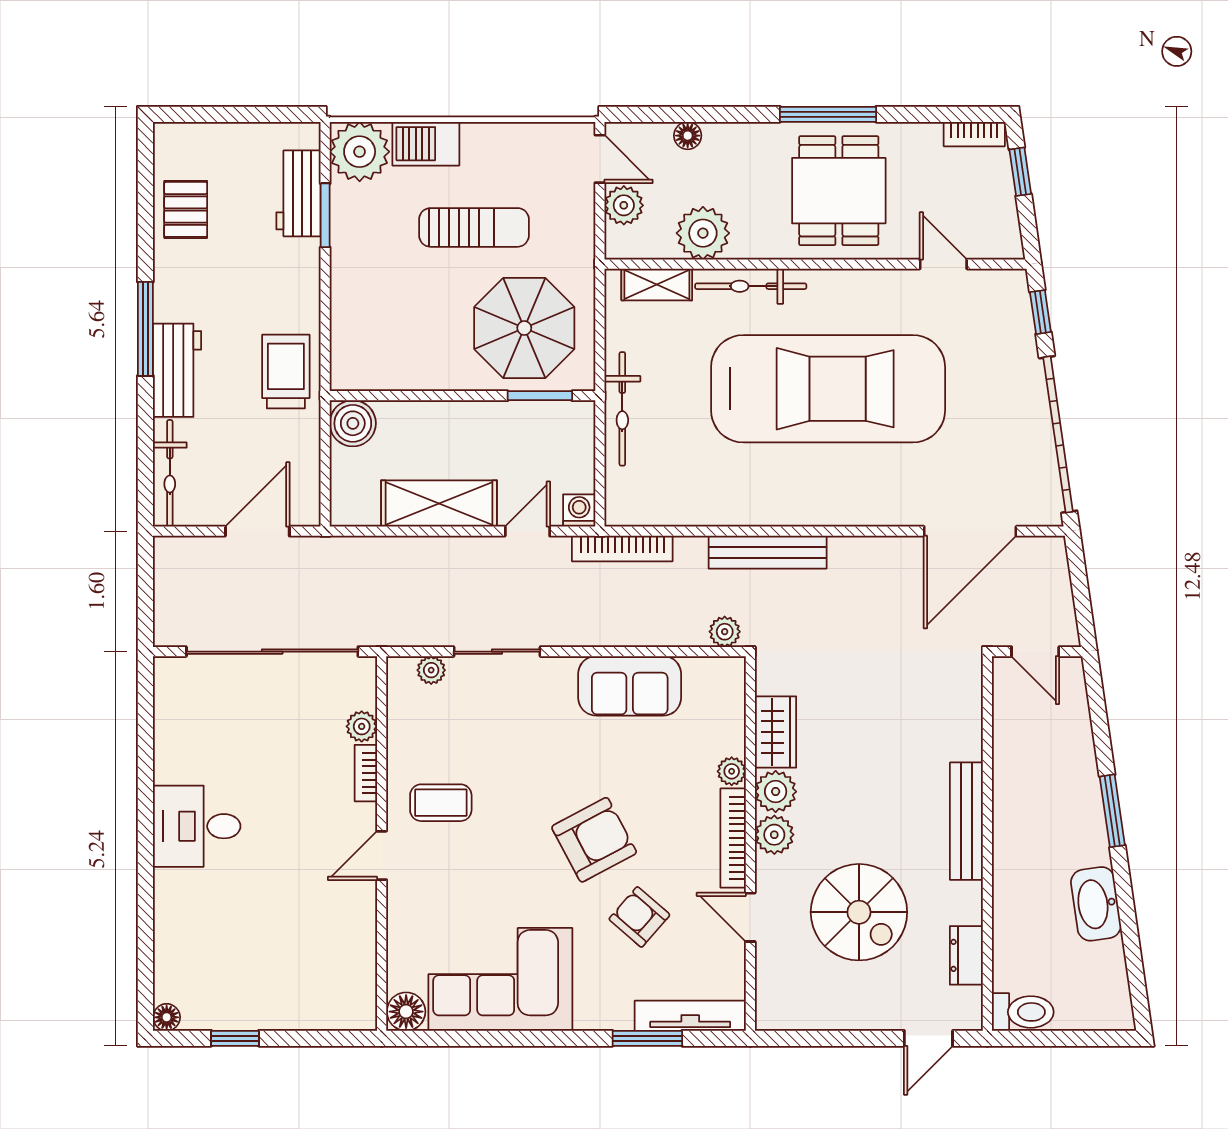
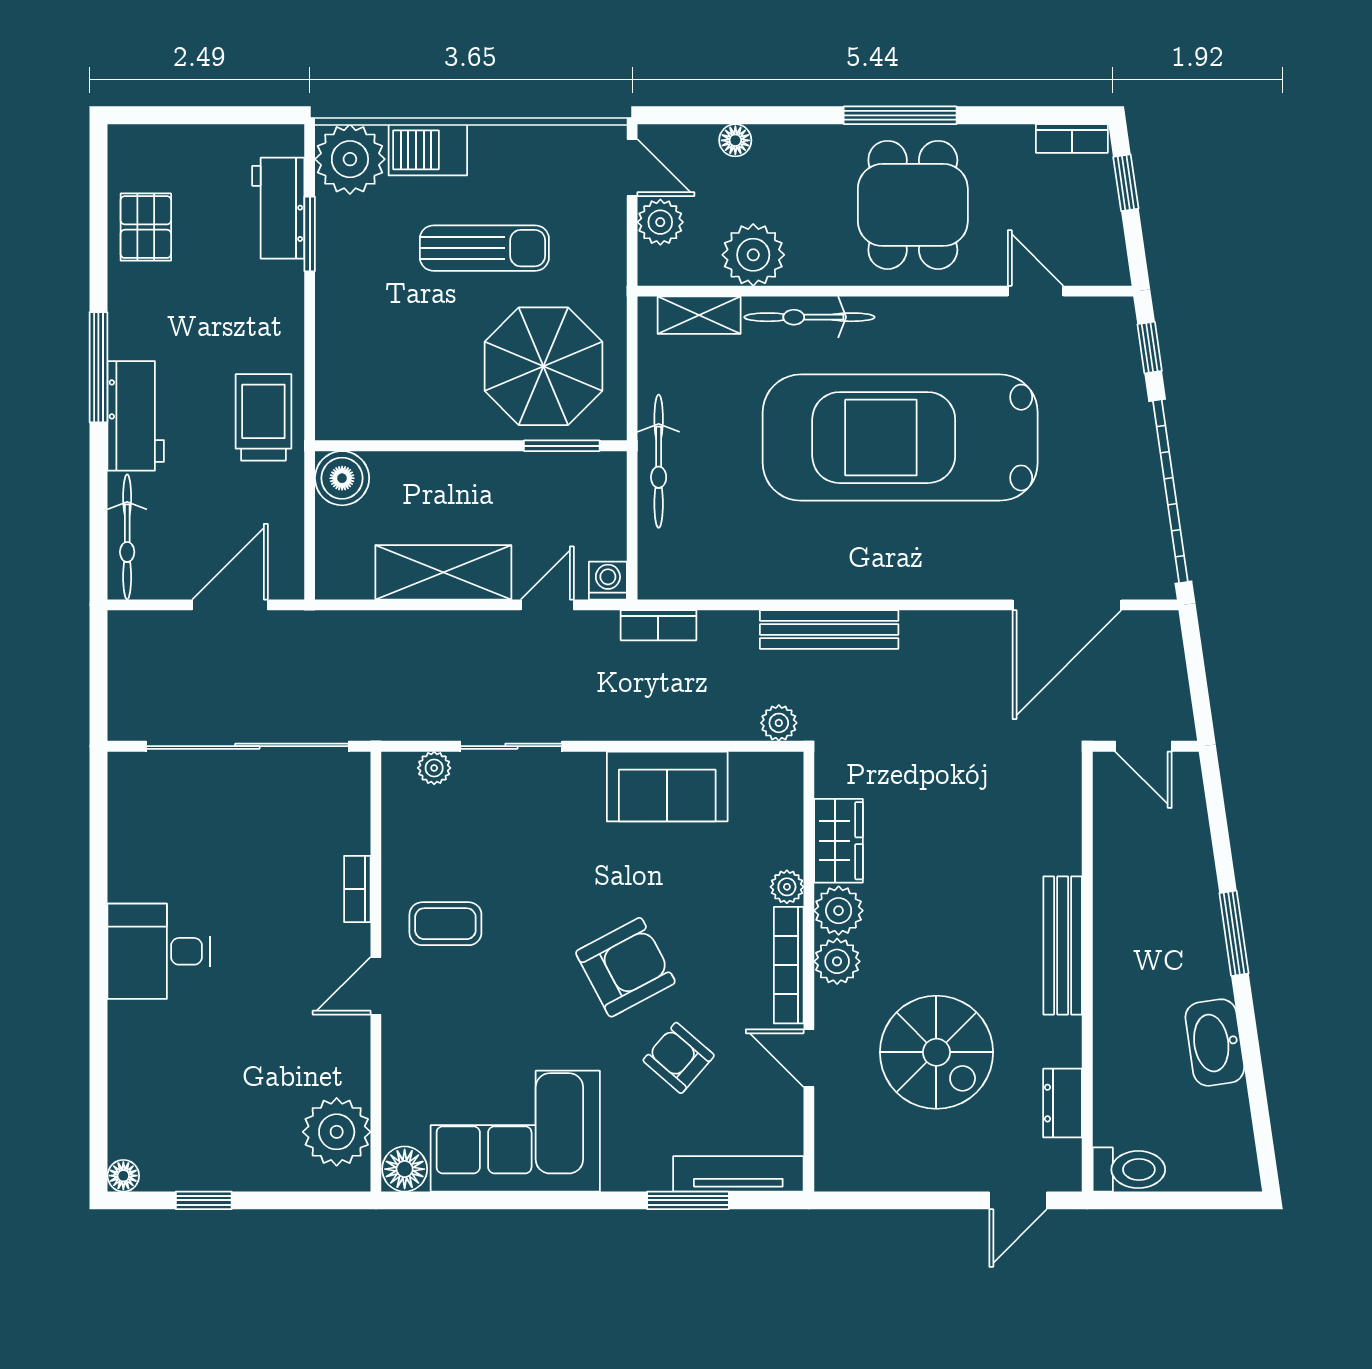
car: (828, 389) -> (900, 438), turned 180
bookcase: (622, 549) -> (658, 625), width x0.64
plant: (362, 726) -> (337, 1132), moved, width x1.87, depth x1.87

